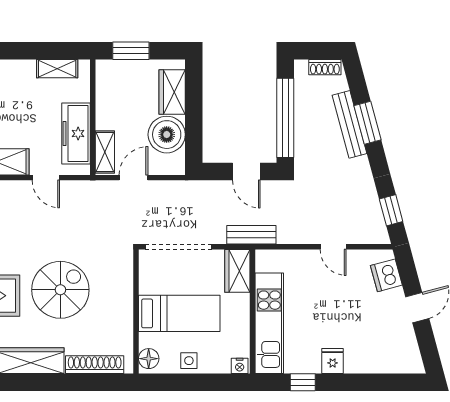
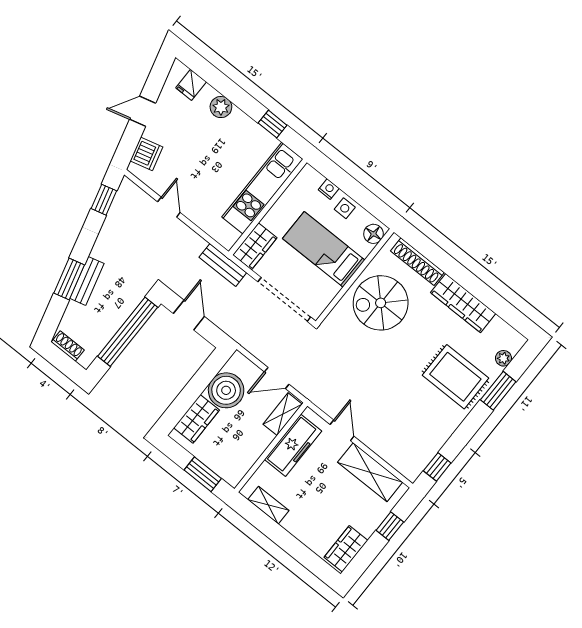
bench: (350, 124) -> (87, 281), width x0.73
spiral stairs: (60, 290) -> (381, 303), moved
fridge: (333, 361) -> (191, 85), moved
plant: (356, 362) -> (221, 107), added
nightstand: (240, 366) -> (329, 189), moved

